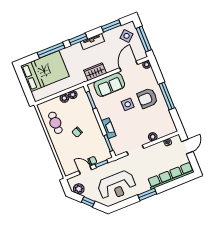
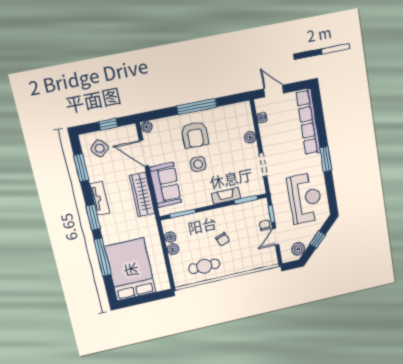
window: (144, 39) -> (108, 124), width x0.46
wardrobe: (95, 72) -> (142, 195), width x1.50

